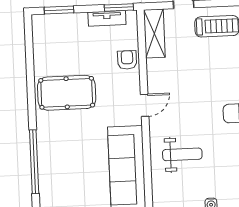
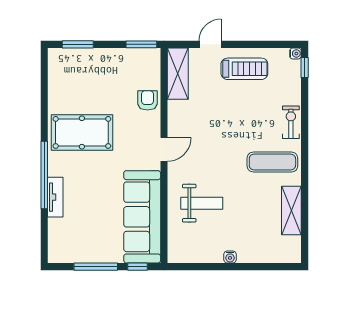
tv unit: (107, 18) -> (55, 197), moved, turned -90
window: (34, 162) -> (44, 175), moved

